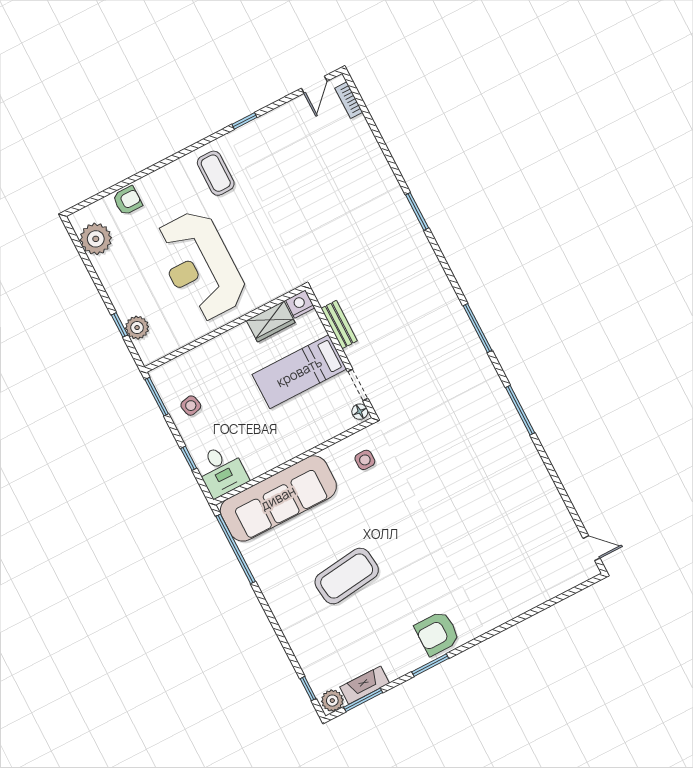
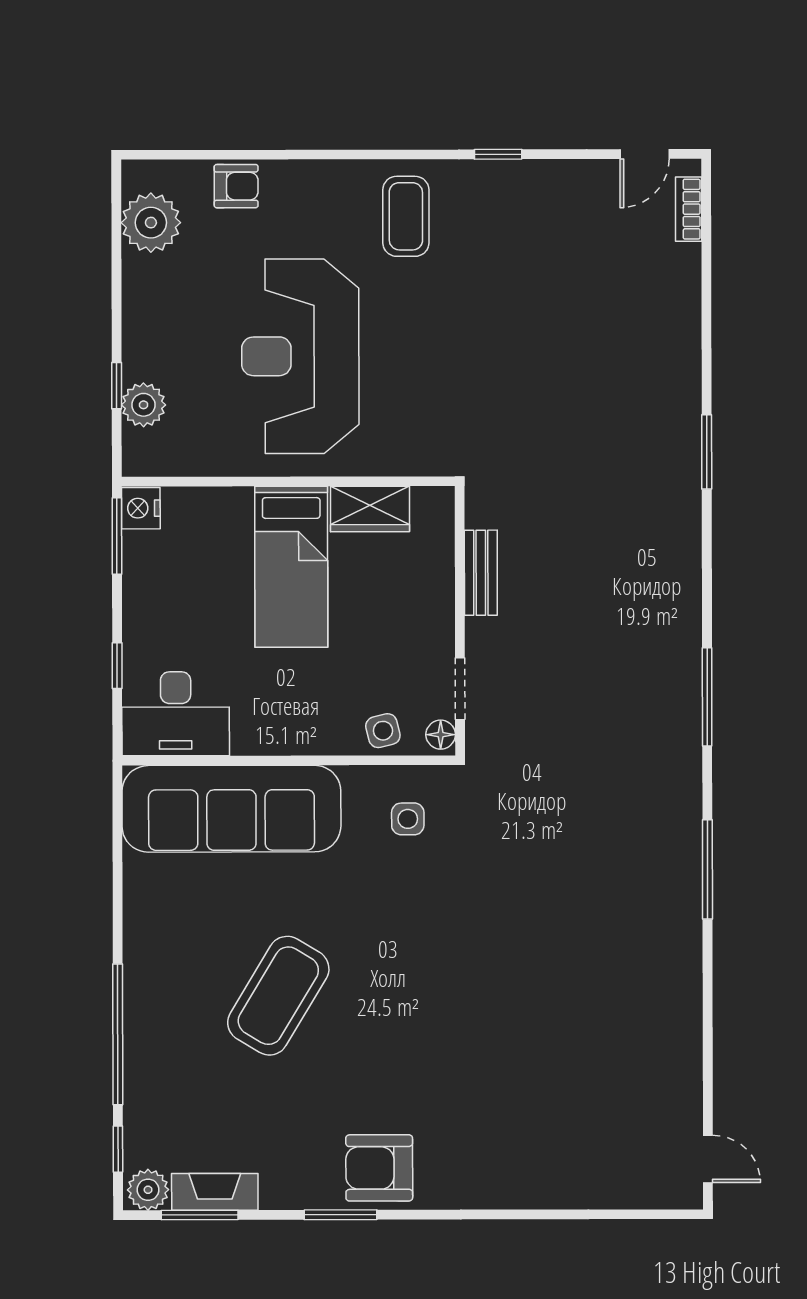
nightstand: (300, 304) -> (141, 508), moved, turned -90
bed: (299, 372) -> (291, 567), moved, turned -90
side table: (191, 406) -> (383, 731), moved
desk: (221, 471) -> (176, 714), width x1.37
window: (236, 549) -> (118, 1034), moved
coffee table: (347, 576) -> (278, 996), turned -52

